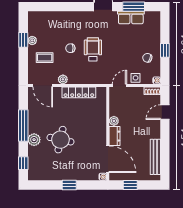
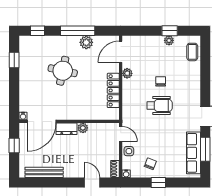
row of seats: (131, 18) -> (193, 153), width x1.48
coffee table: (45, 58) -> (192, 52), moved
plant: (34, 140) -> (86, 42), moved
window: (69, 185) -> (14, 60), moved

